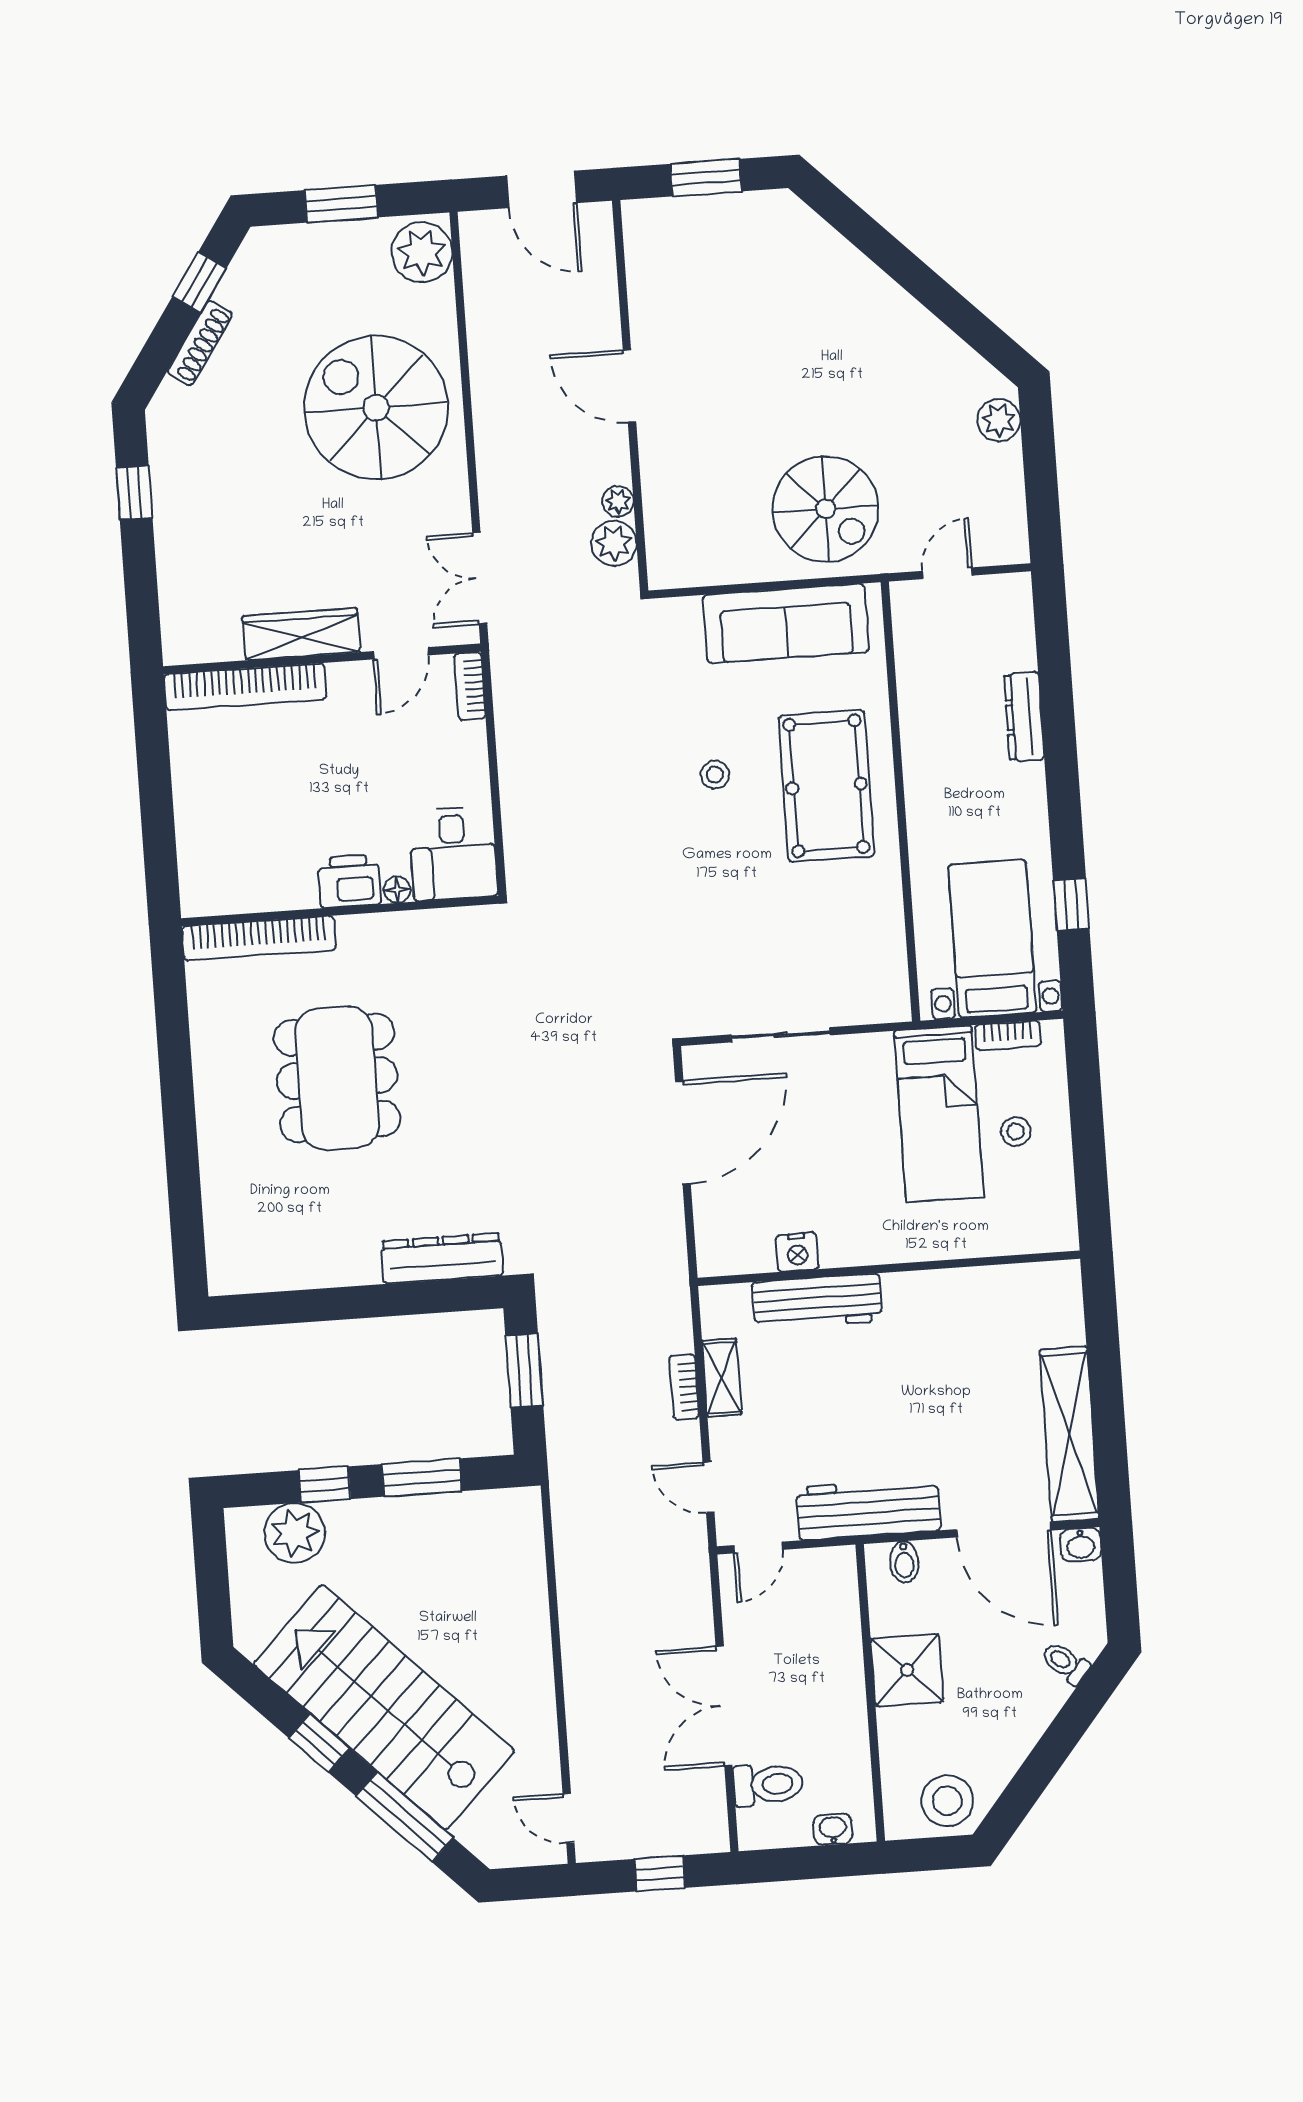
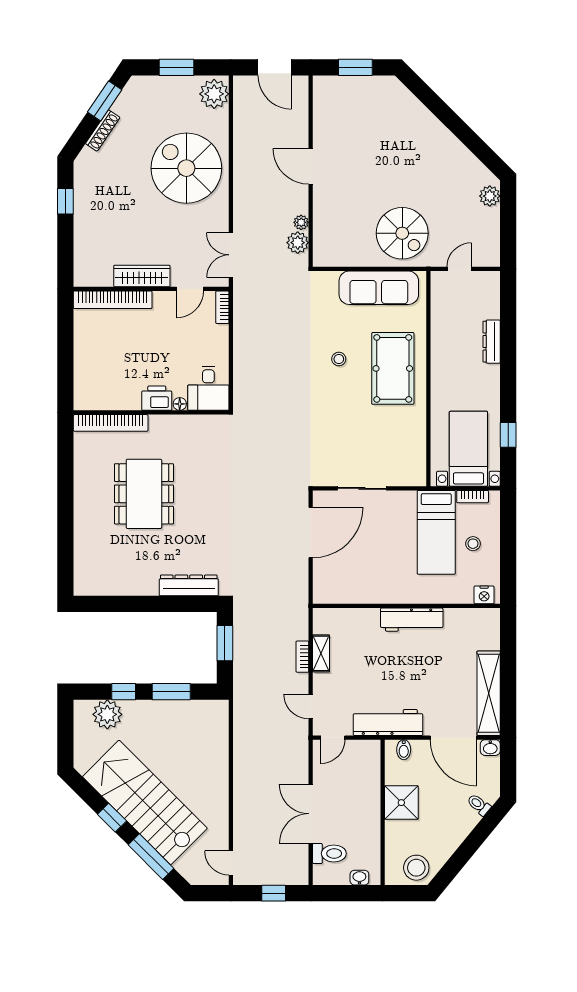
window: (199, 282) -> (105, 101), width x1.50
nightstand: (797, 1252) -> (484, 595), moved
workbench: (817, 1301) -> (412, 620), moved

